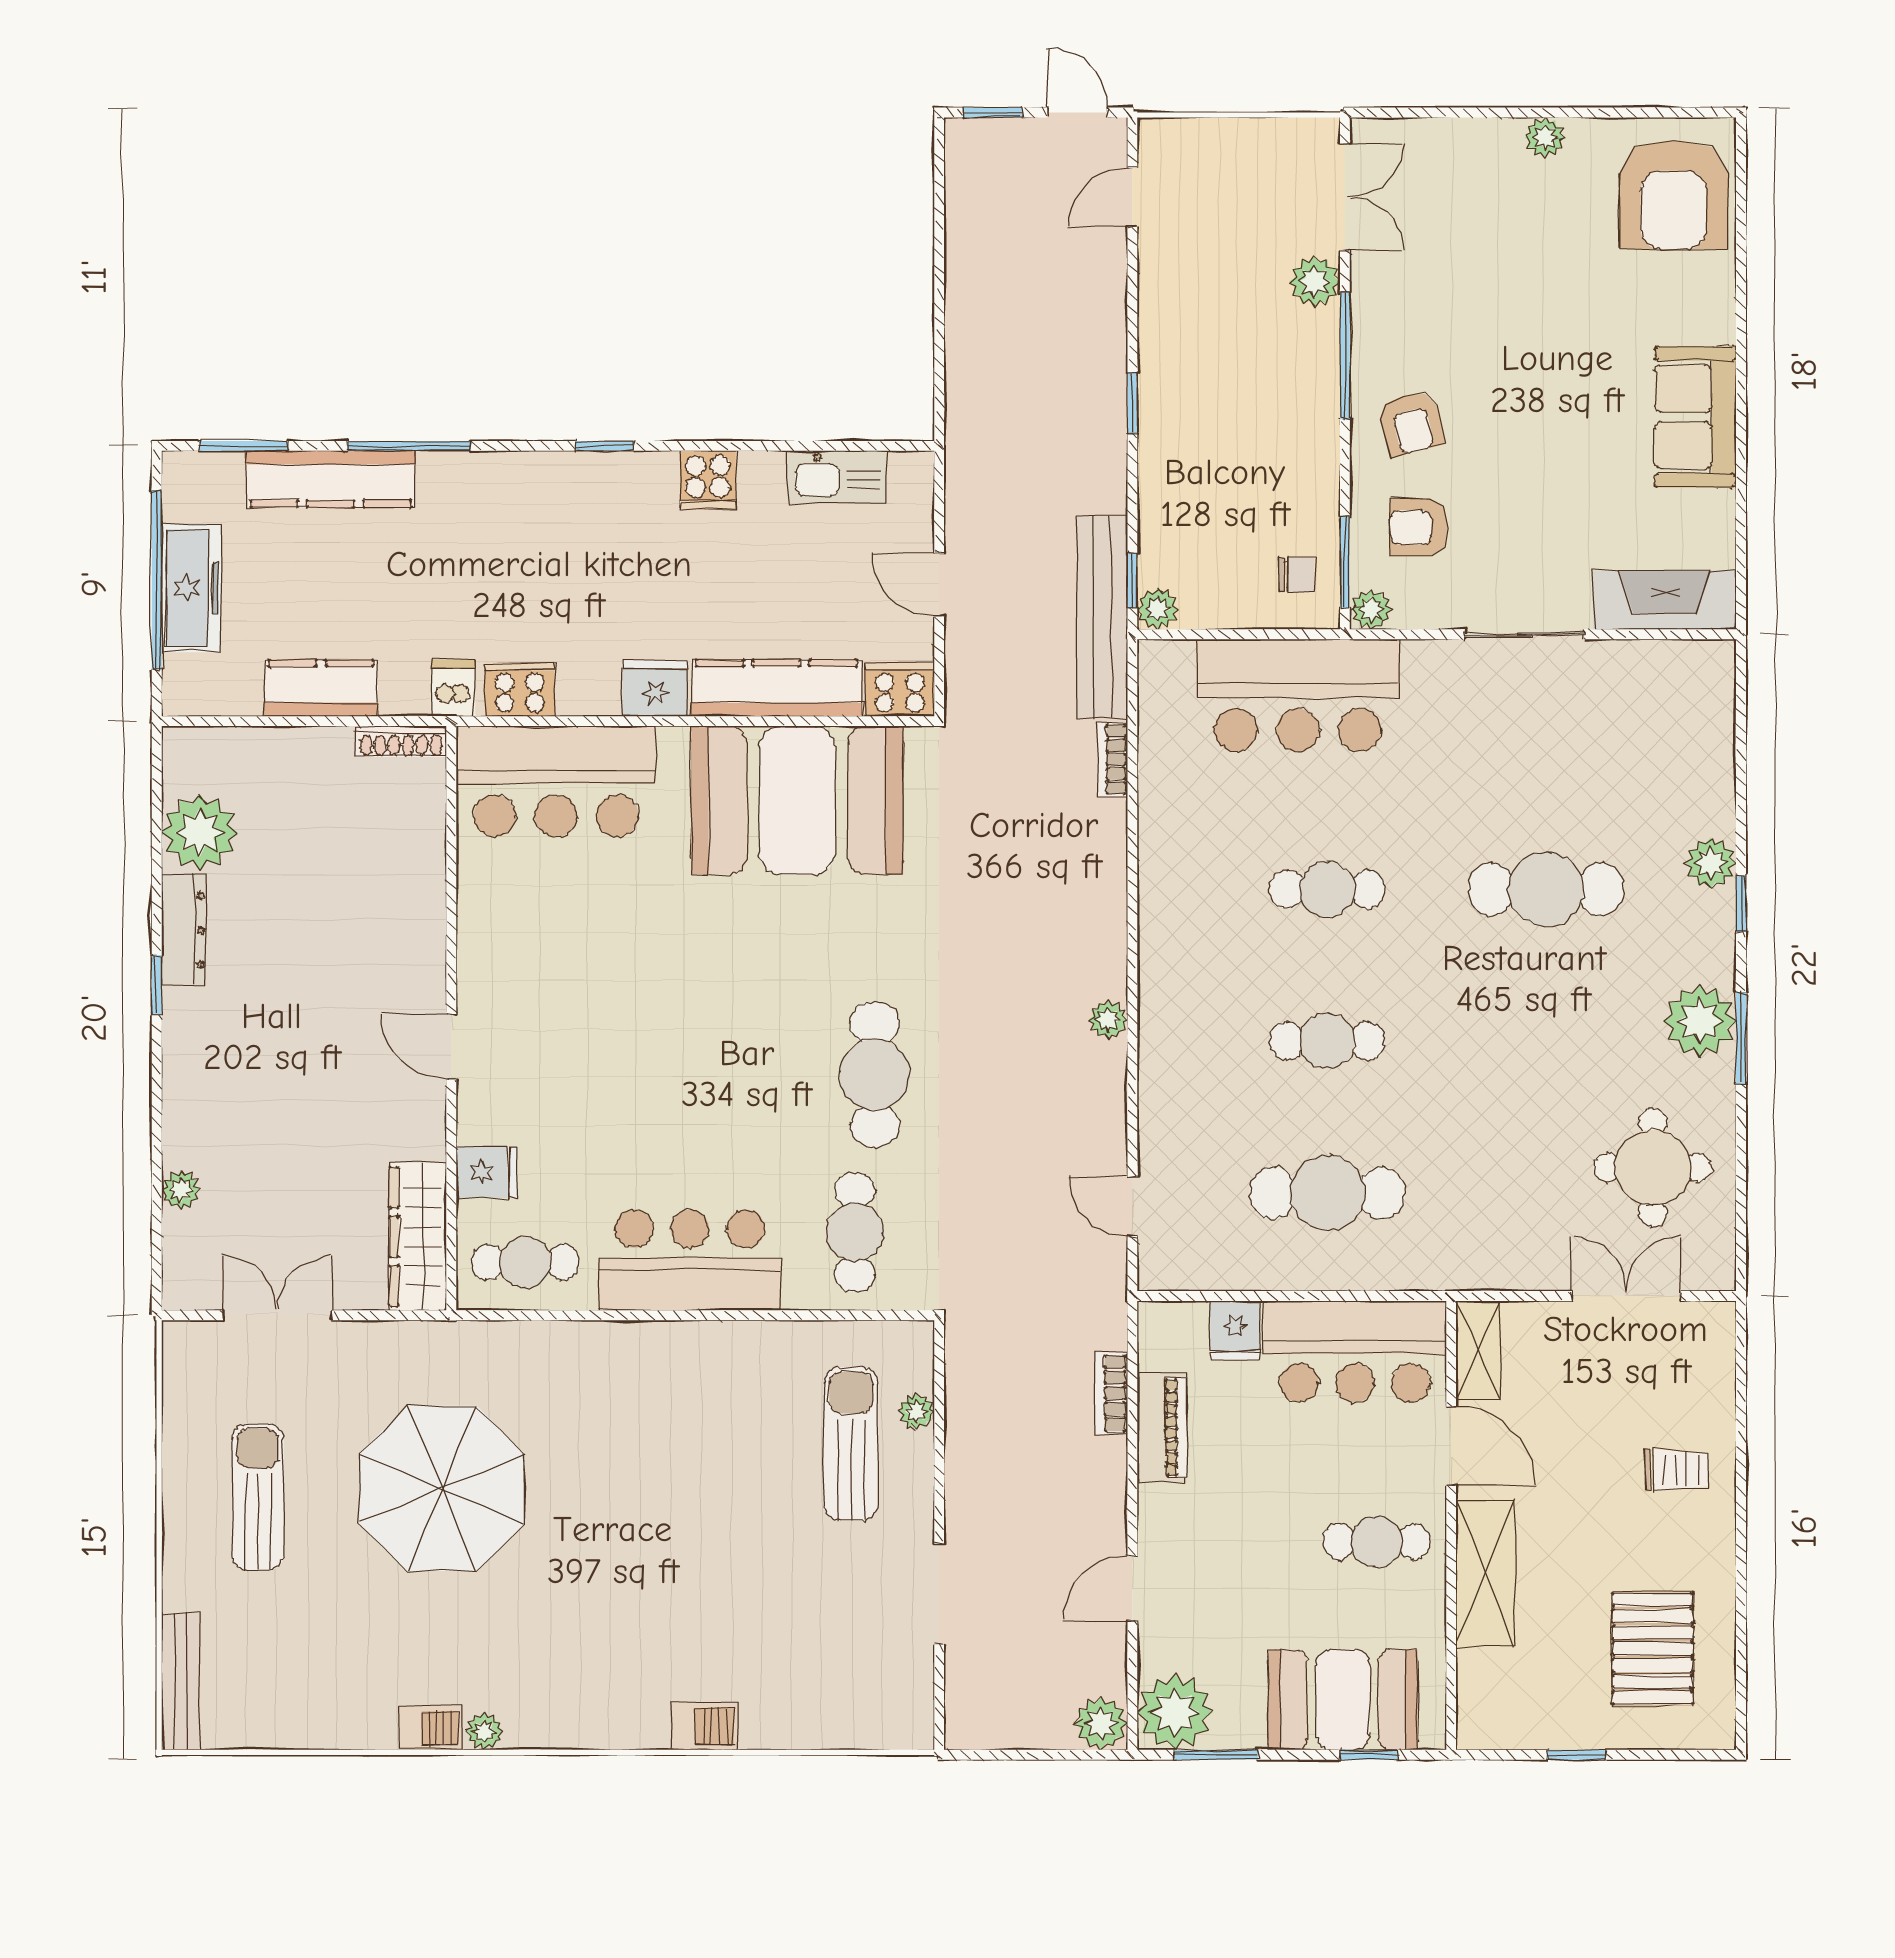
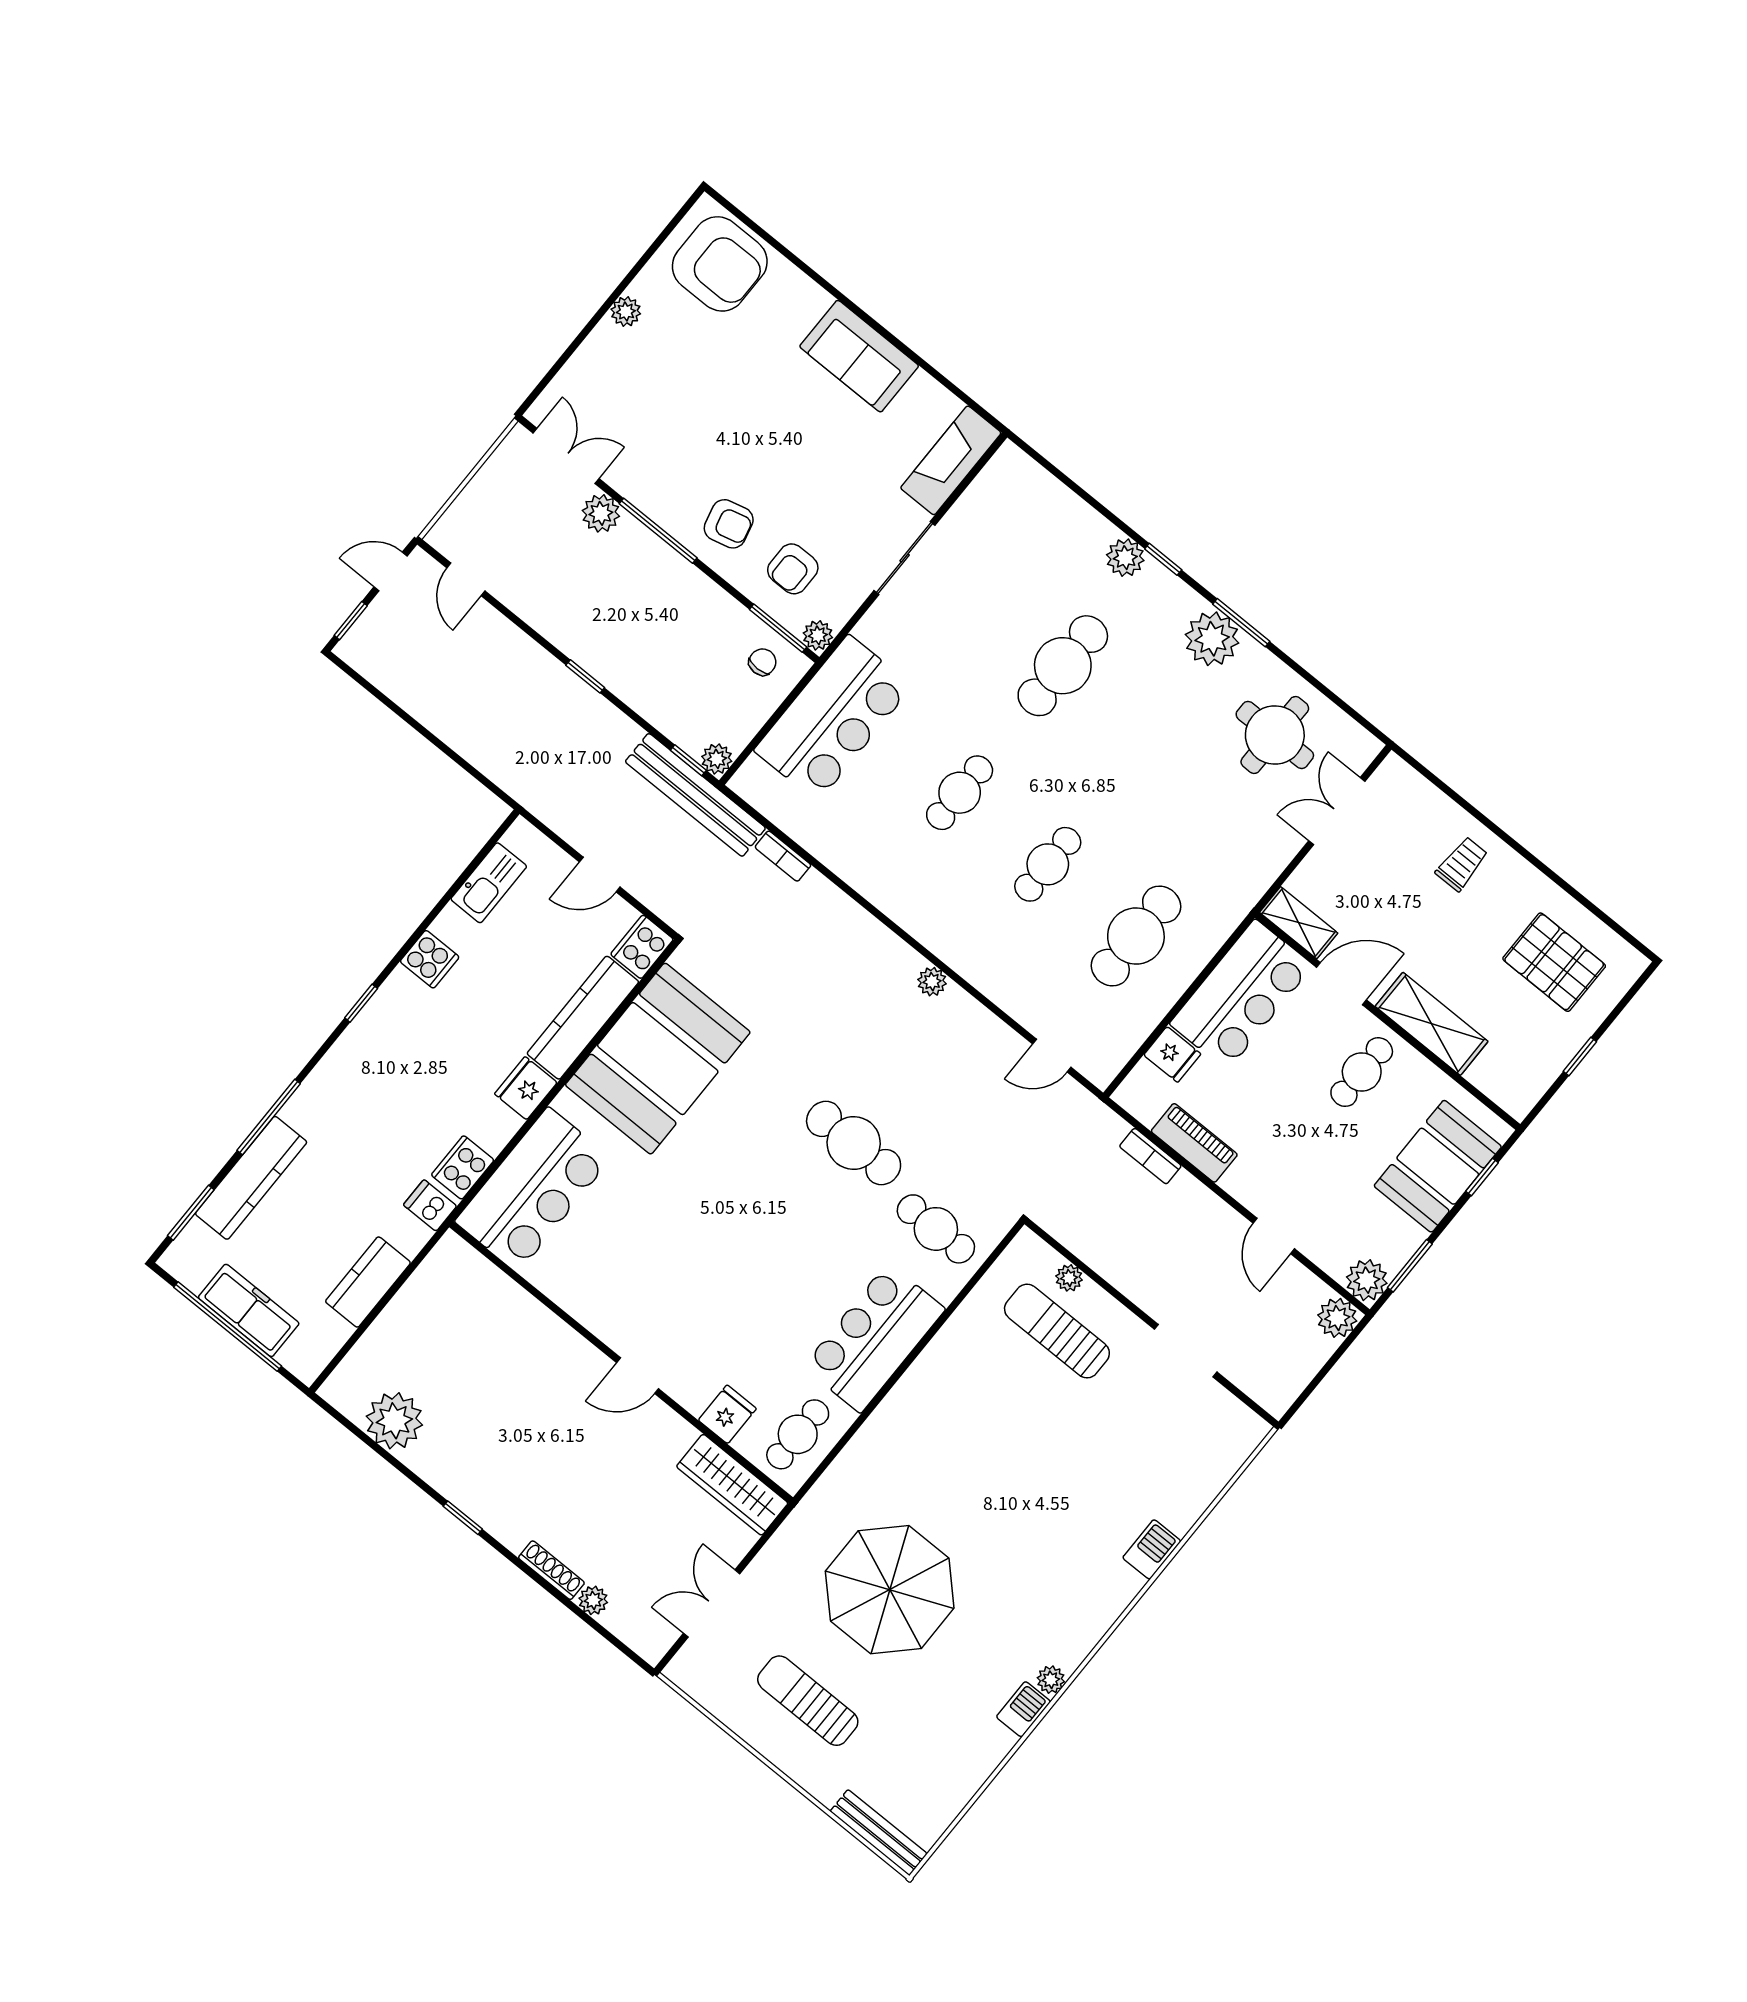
shoe rack: (401, 741) -> (551, 1570), moved, turned -90
dresser: (183, 930) -> (444, 1476), removed
plant: (1175, 1712) -> (1367, 1280), width x0.73, depth x0.73

